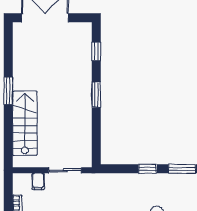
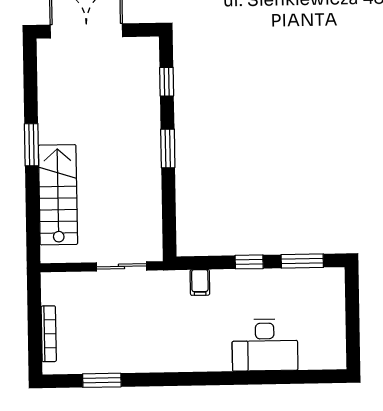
filing cabinet: (38, 181) -> (200, 282), moved

